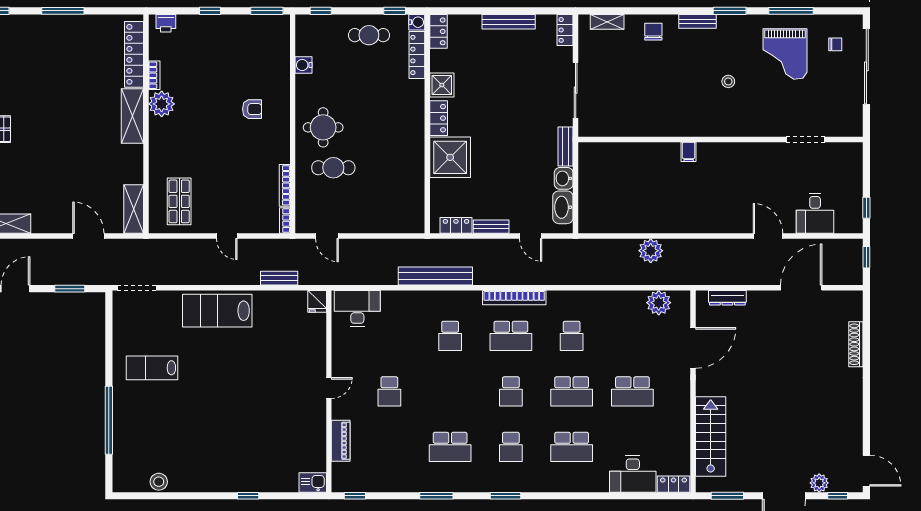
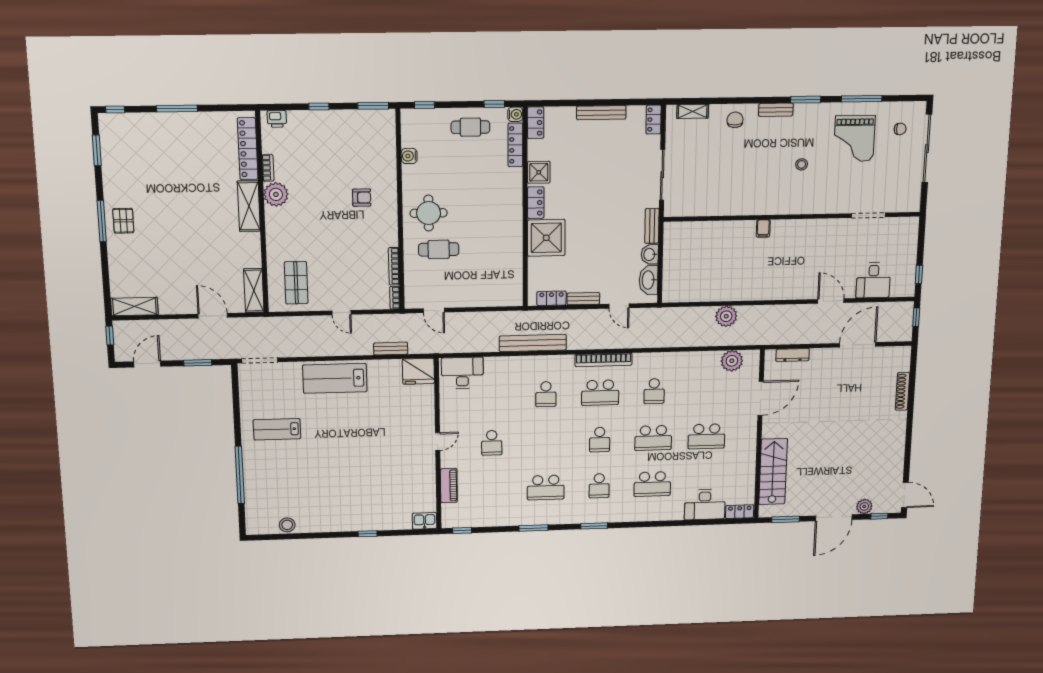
fridge: (317, 301) -> (418, 371), width x1.88, depth x1.34

